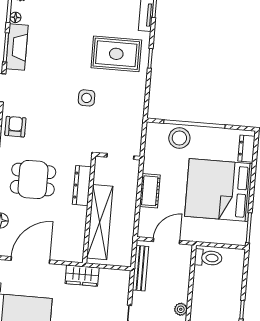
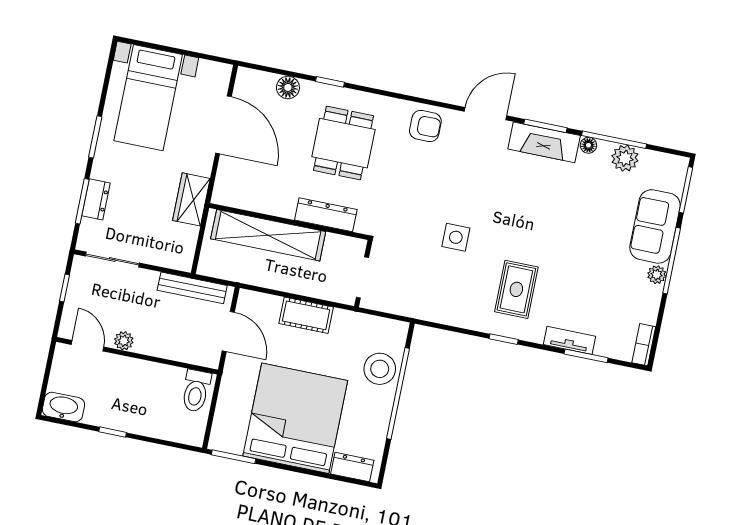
rug: (116, 54) -> (516, 289), width x0.73, depth x0.70

